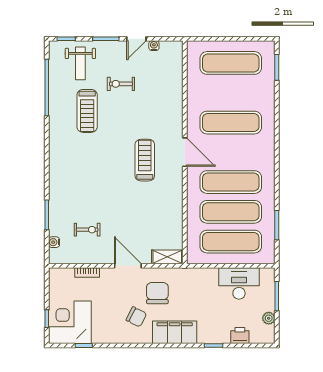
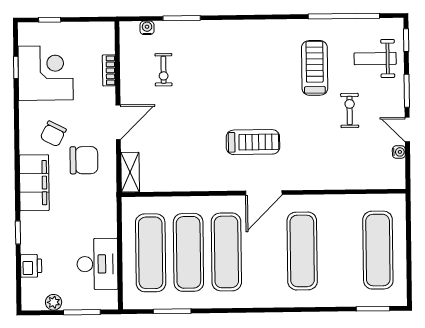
treadmill: (87, 111) -> (315, 68), turned 90
corner desk: (70, 322) -> (46, 73), moved

